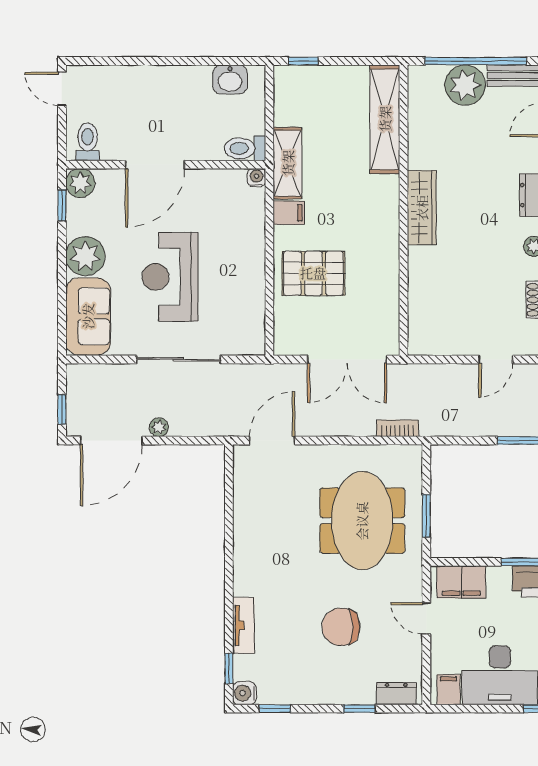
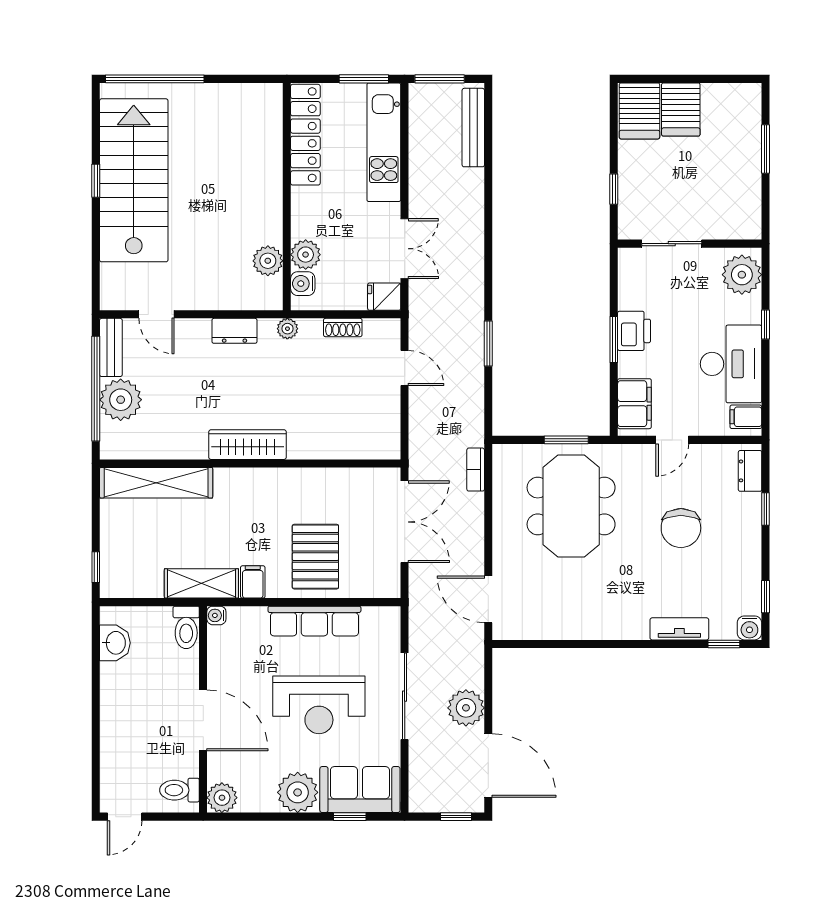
window: (62, 205) -> (350, 817), moved
row of seats: (251, 272) -> (314, 621), added
plant: (159, 427) -> (466, 708), width x1.87, depth x1.87
meeting table: (362, 521) -> (571, 506), turned 90

